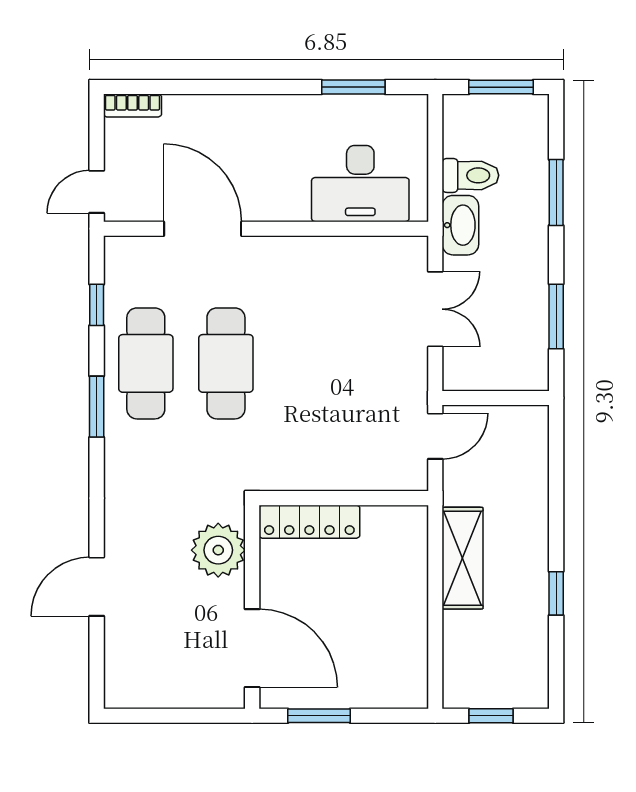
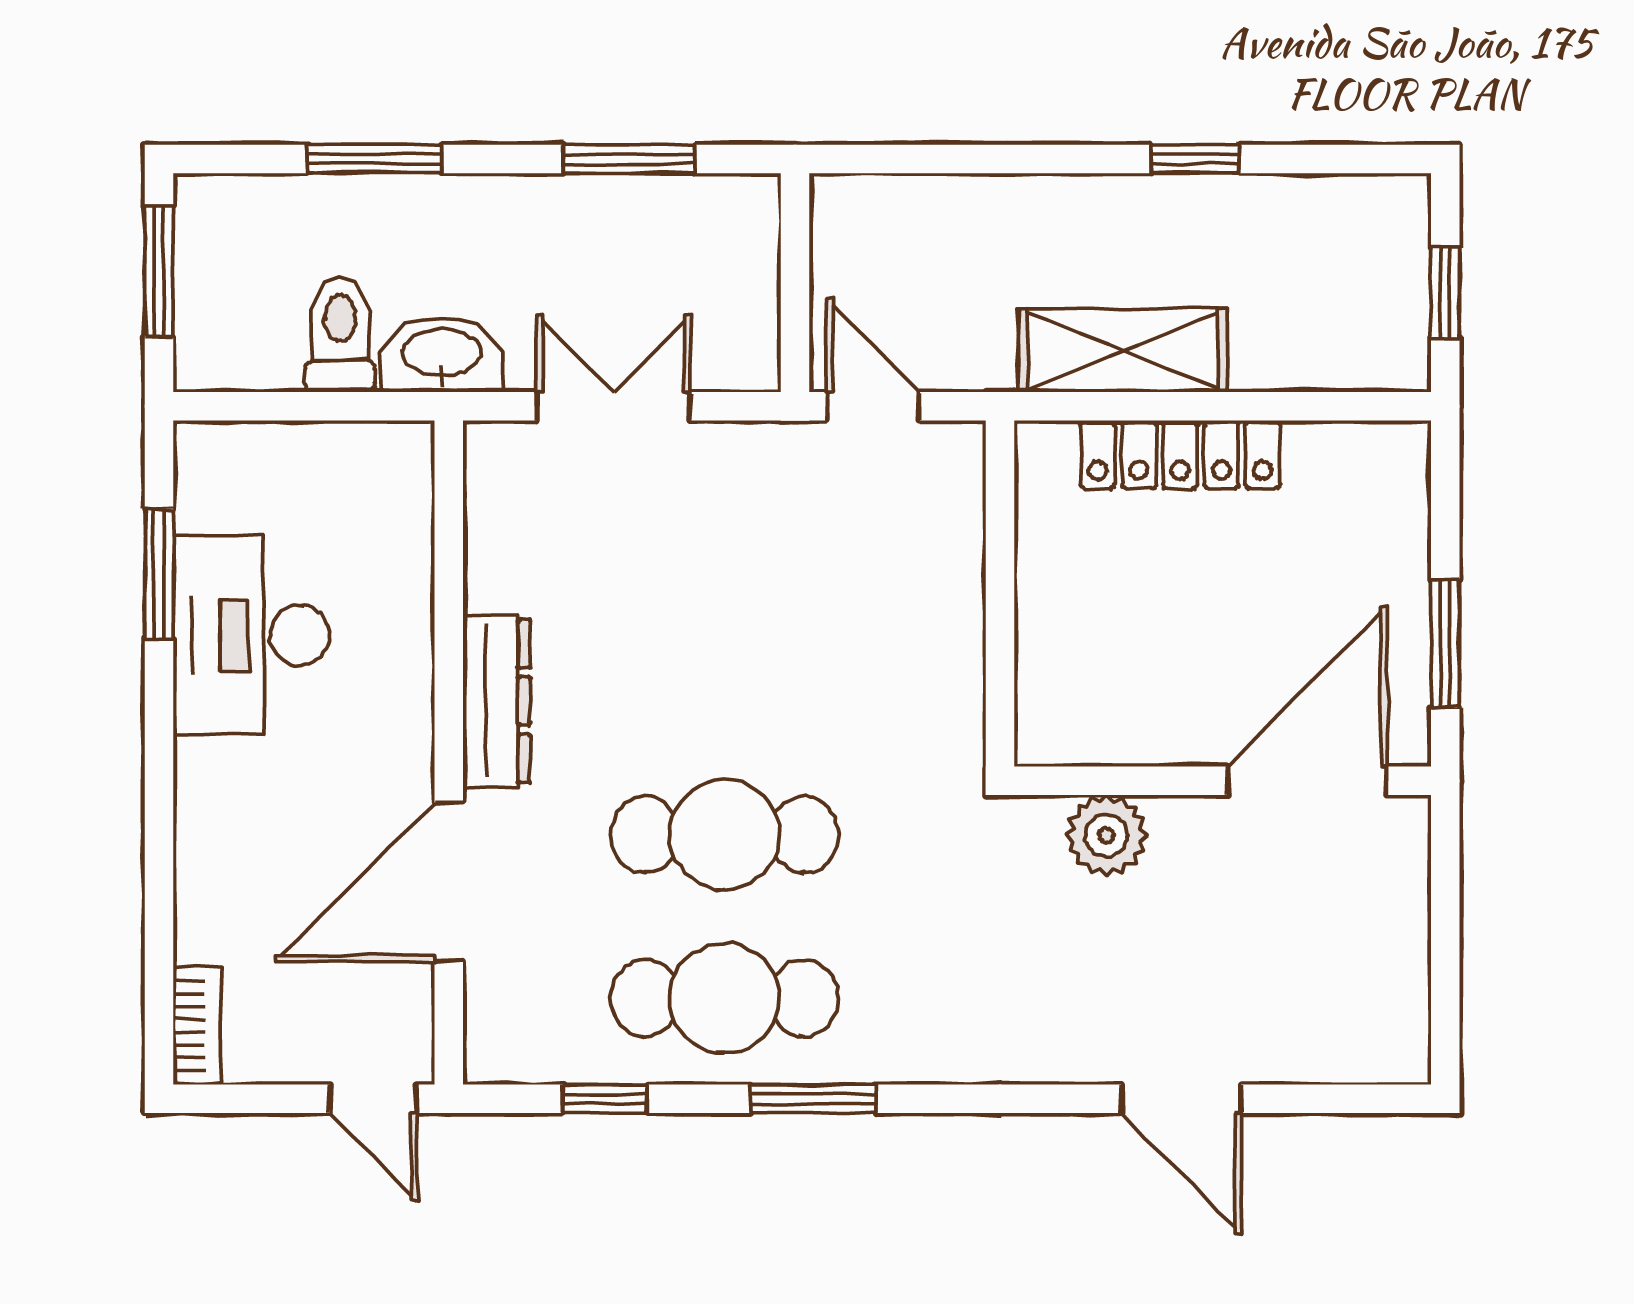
desk: (360, 184) -> (251, 635), moved, turned 180
dresser: (291, 252) -> (497, 701), added
locker: (309, 522) -> (1180, 454), moved, turned 90
plant: (218, 550) -> (1106, 835), width x0.73, depth x0.73

